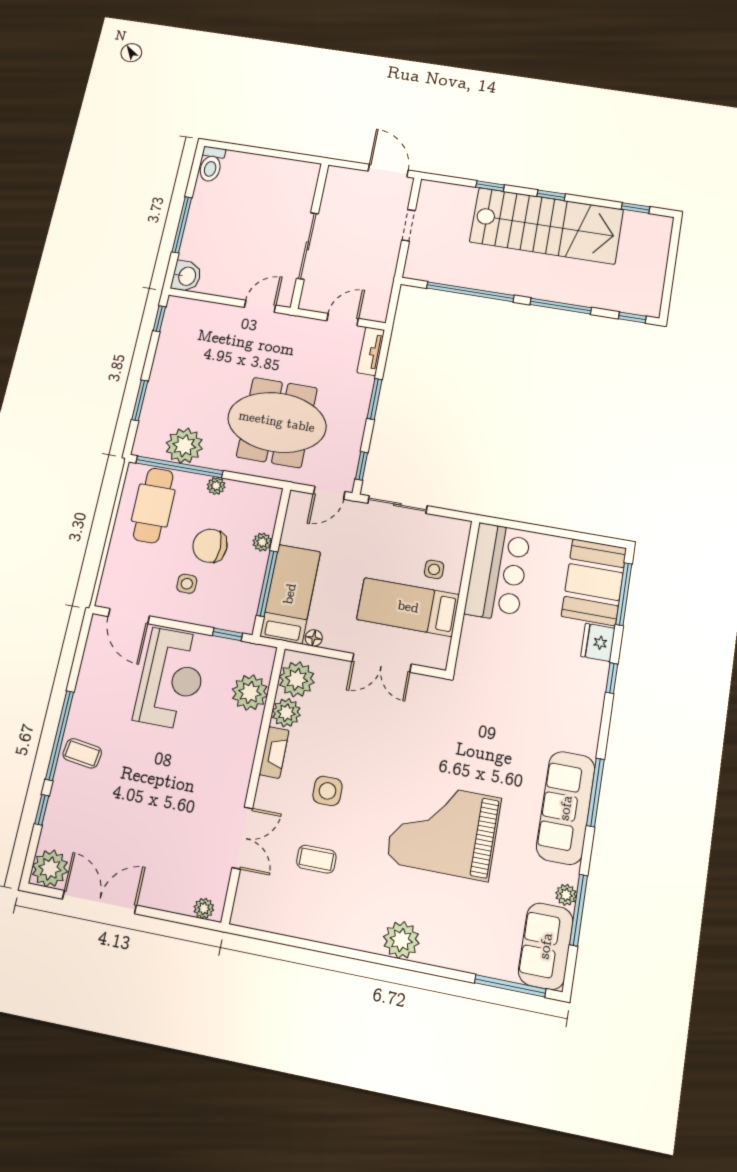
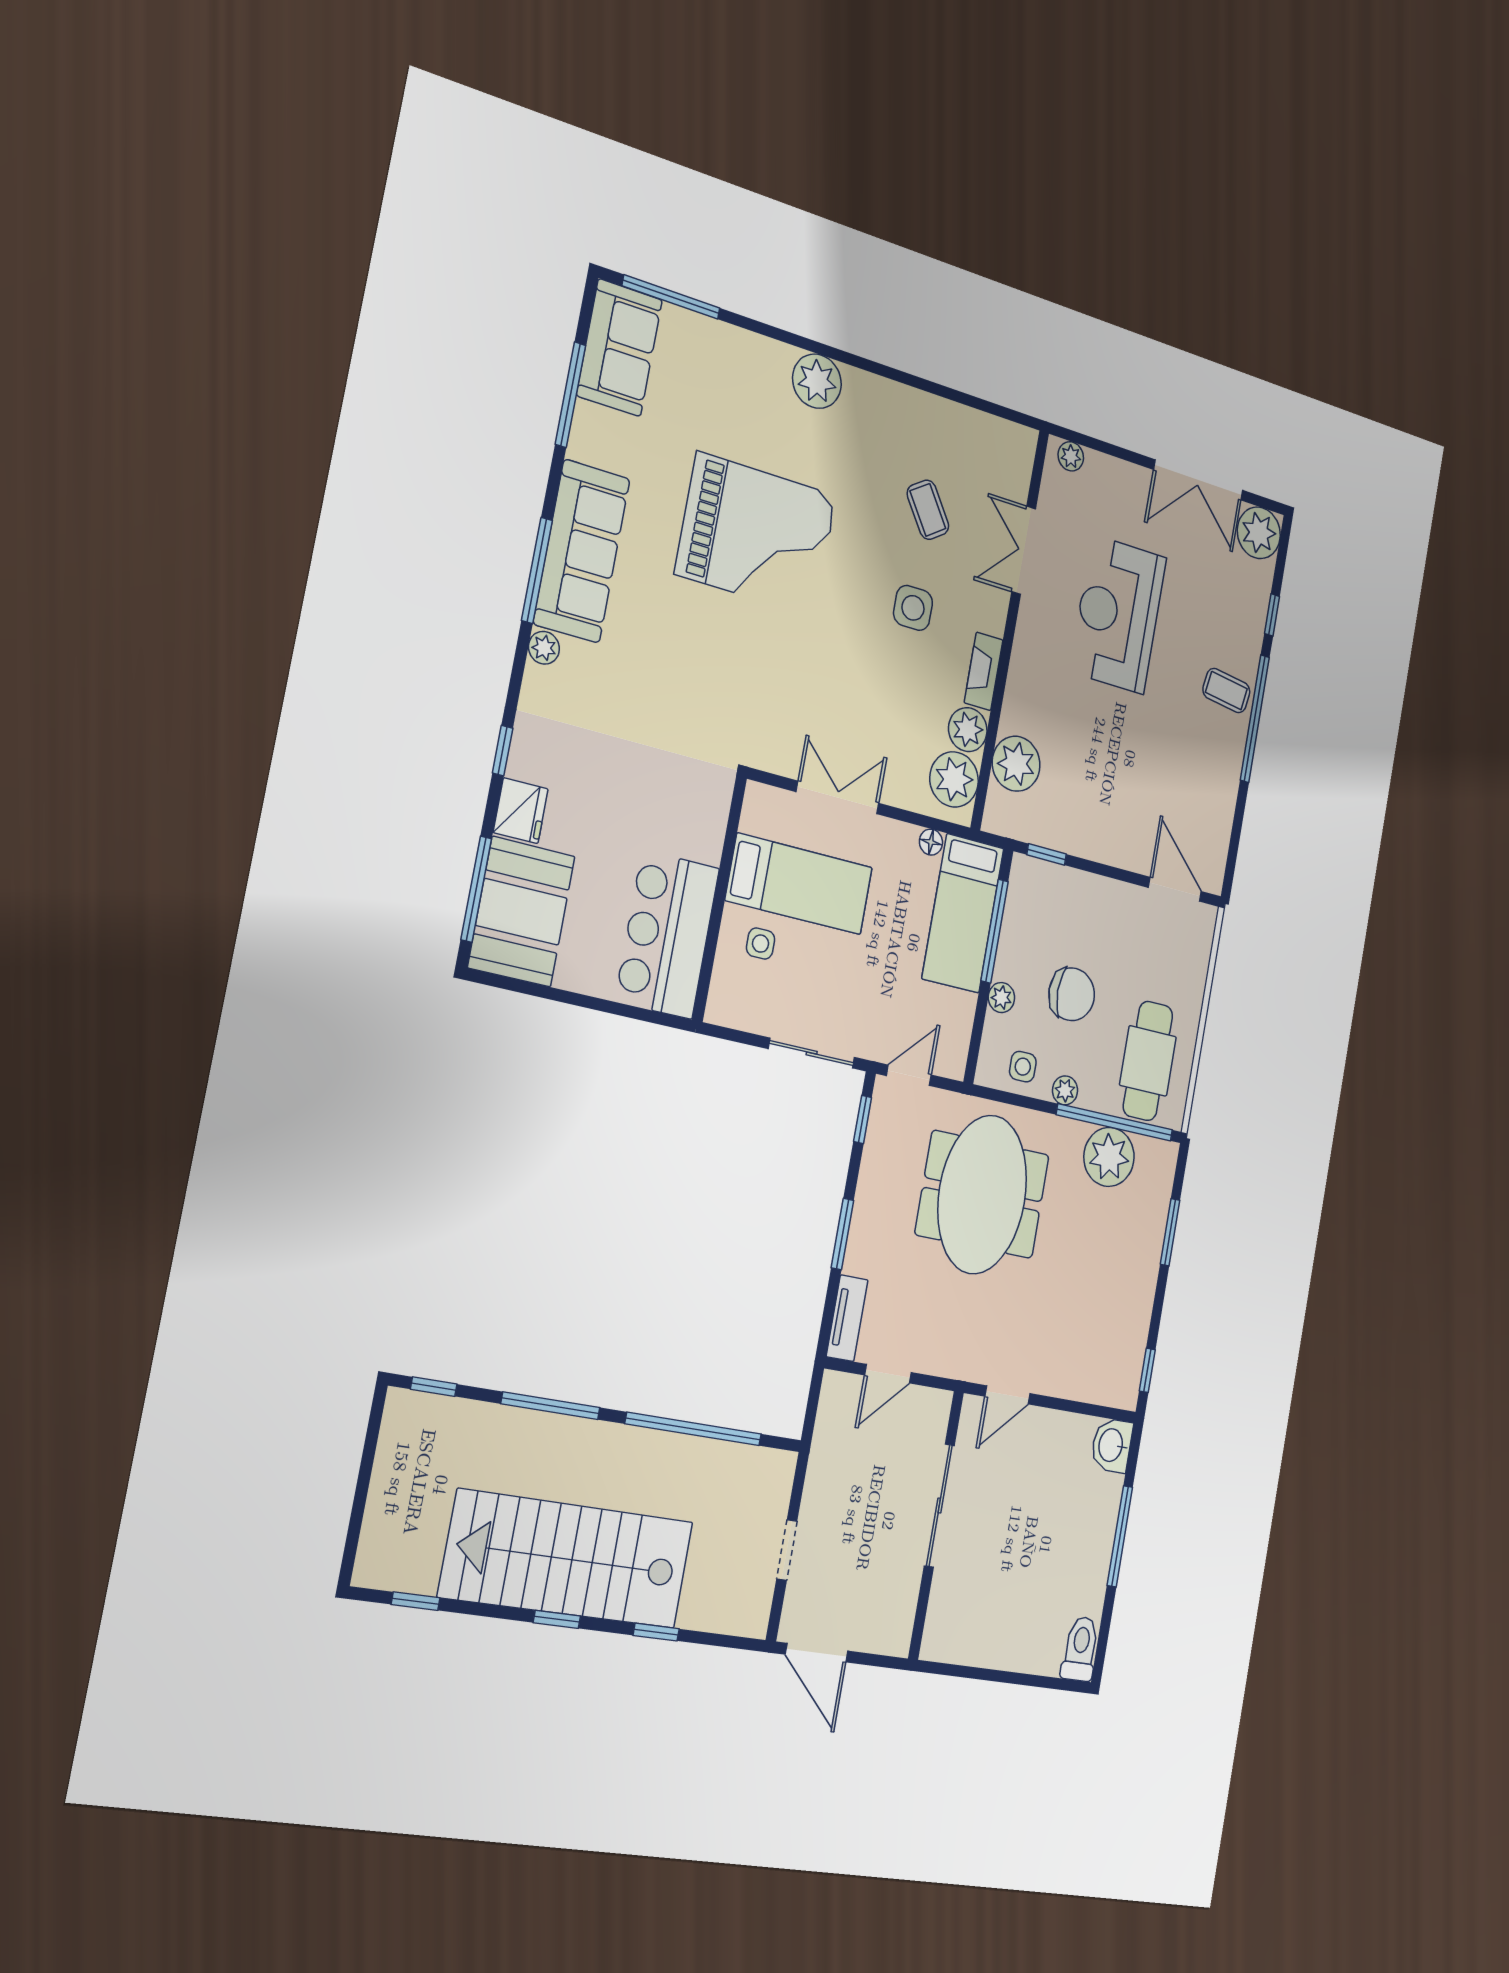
meeting table: (277, 422) -> (982, 1195), turned 90
side table: (187, 584) -> (1023, 1067), moved
reception desk: (171, 679) -> (1118, 614), moved
coffee table: (316, 859) -> (928, 510), turned 56
plant: (566, 895) -> (544, 648), moved

